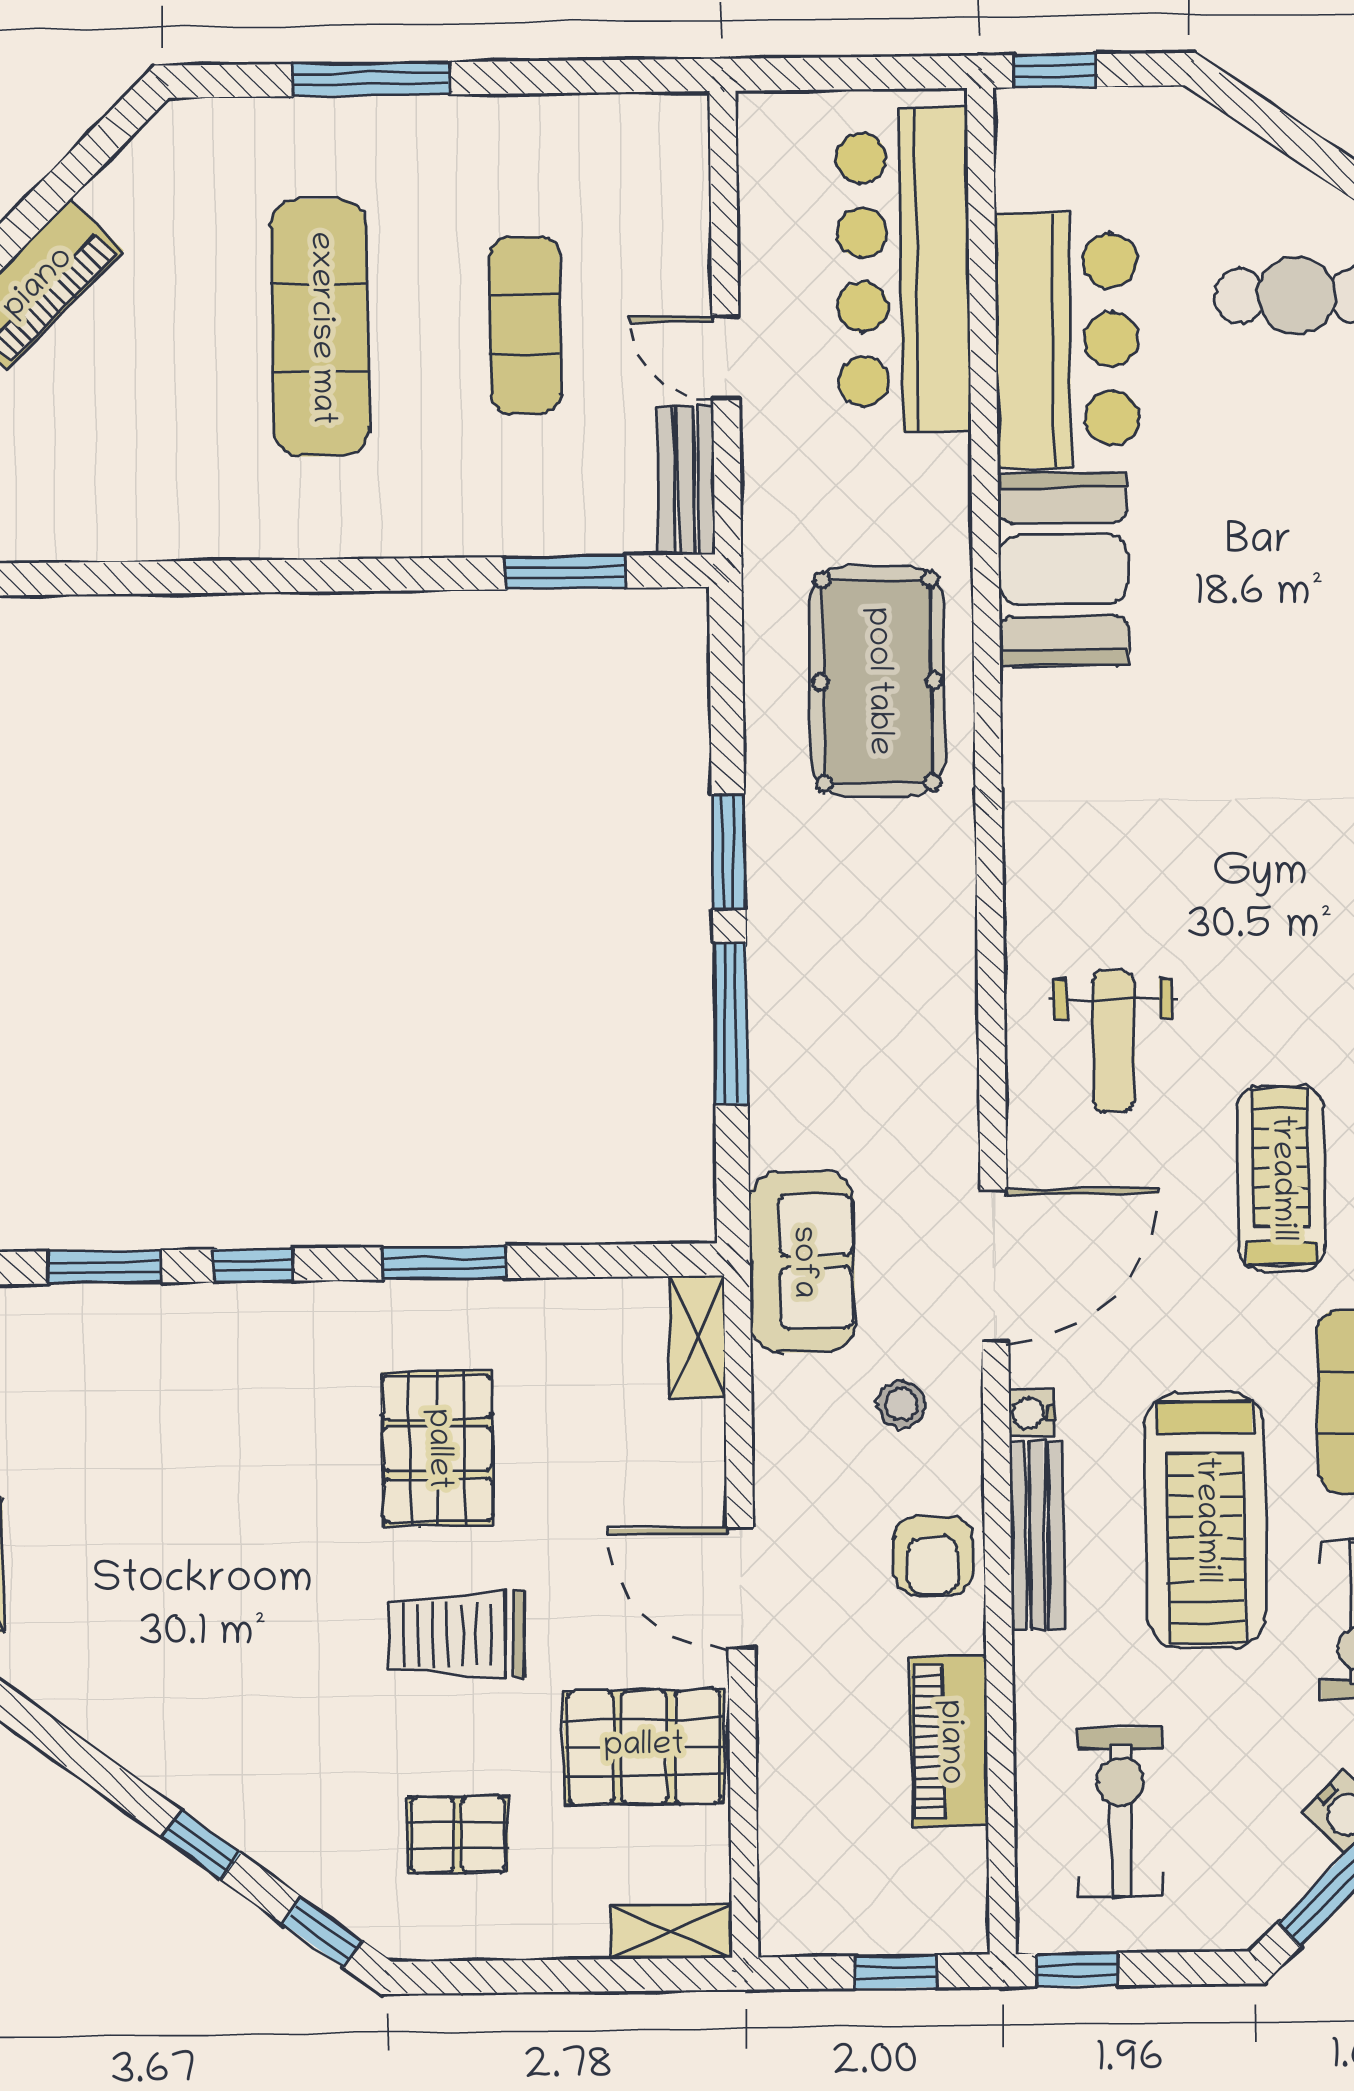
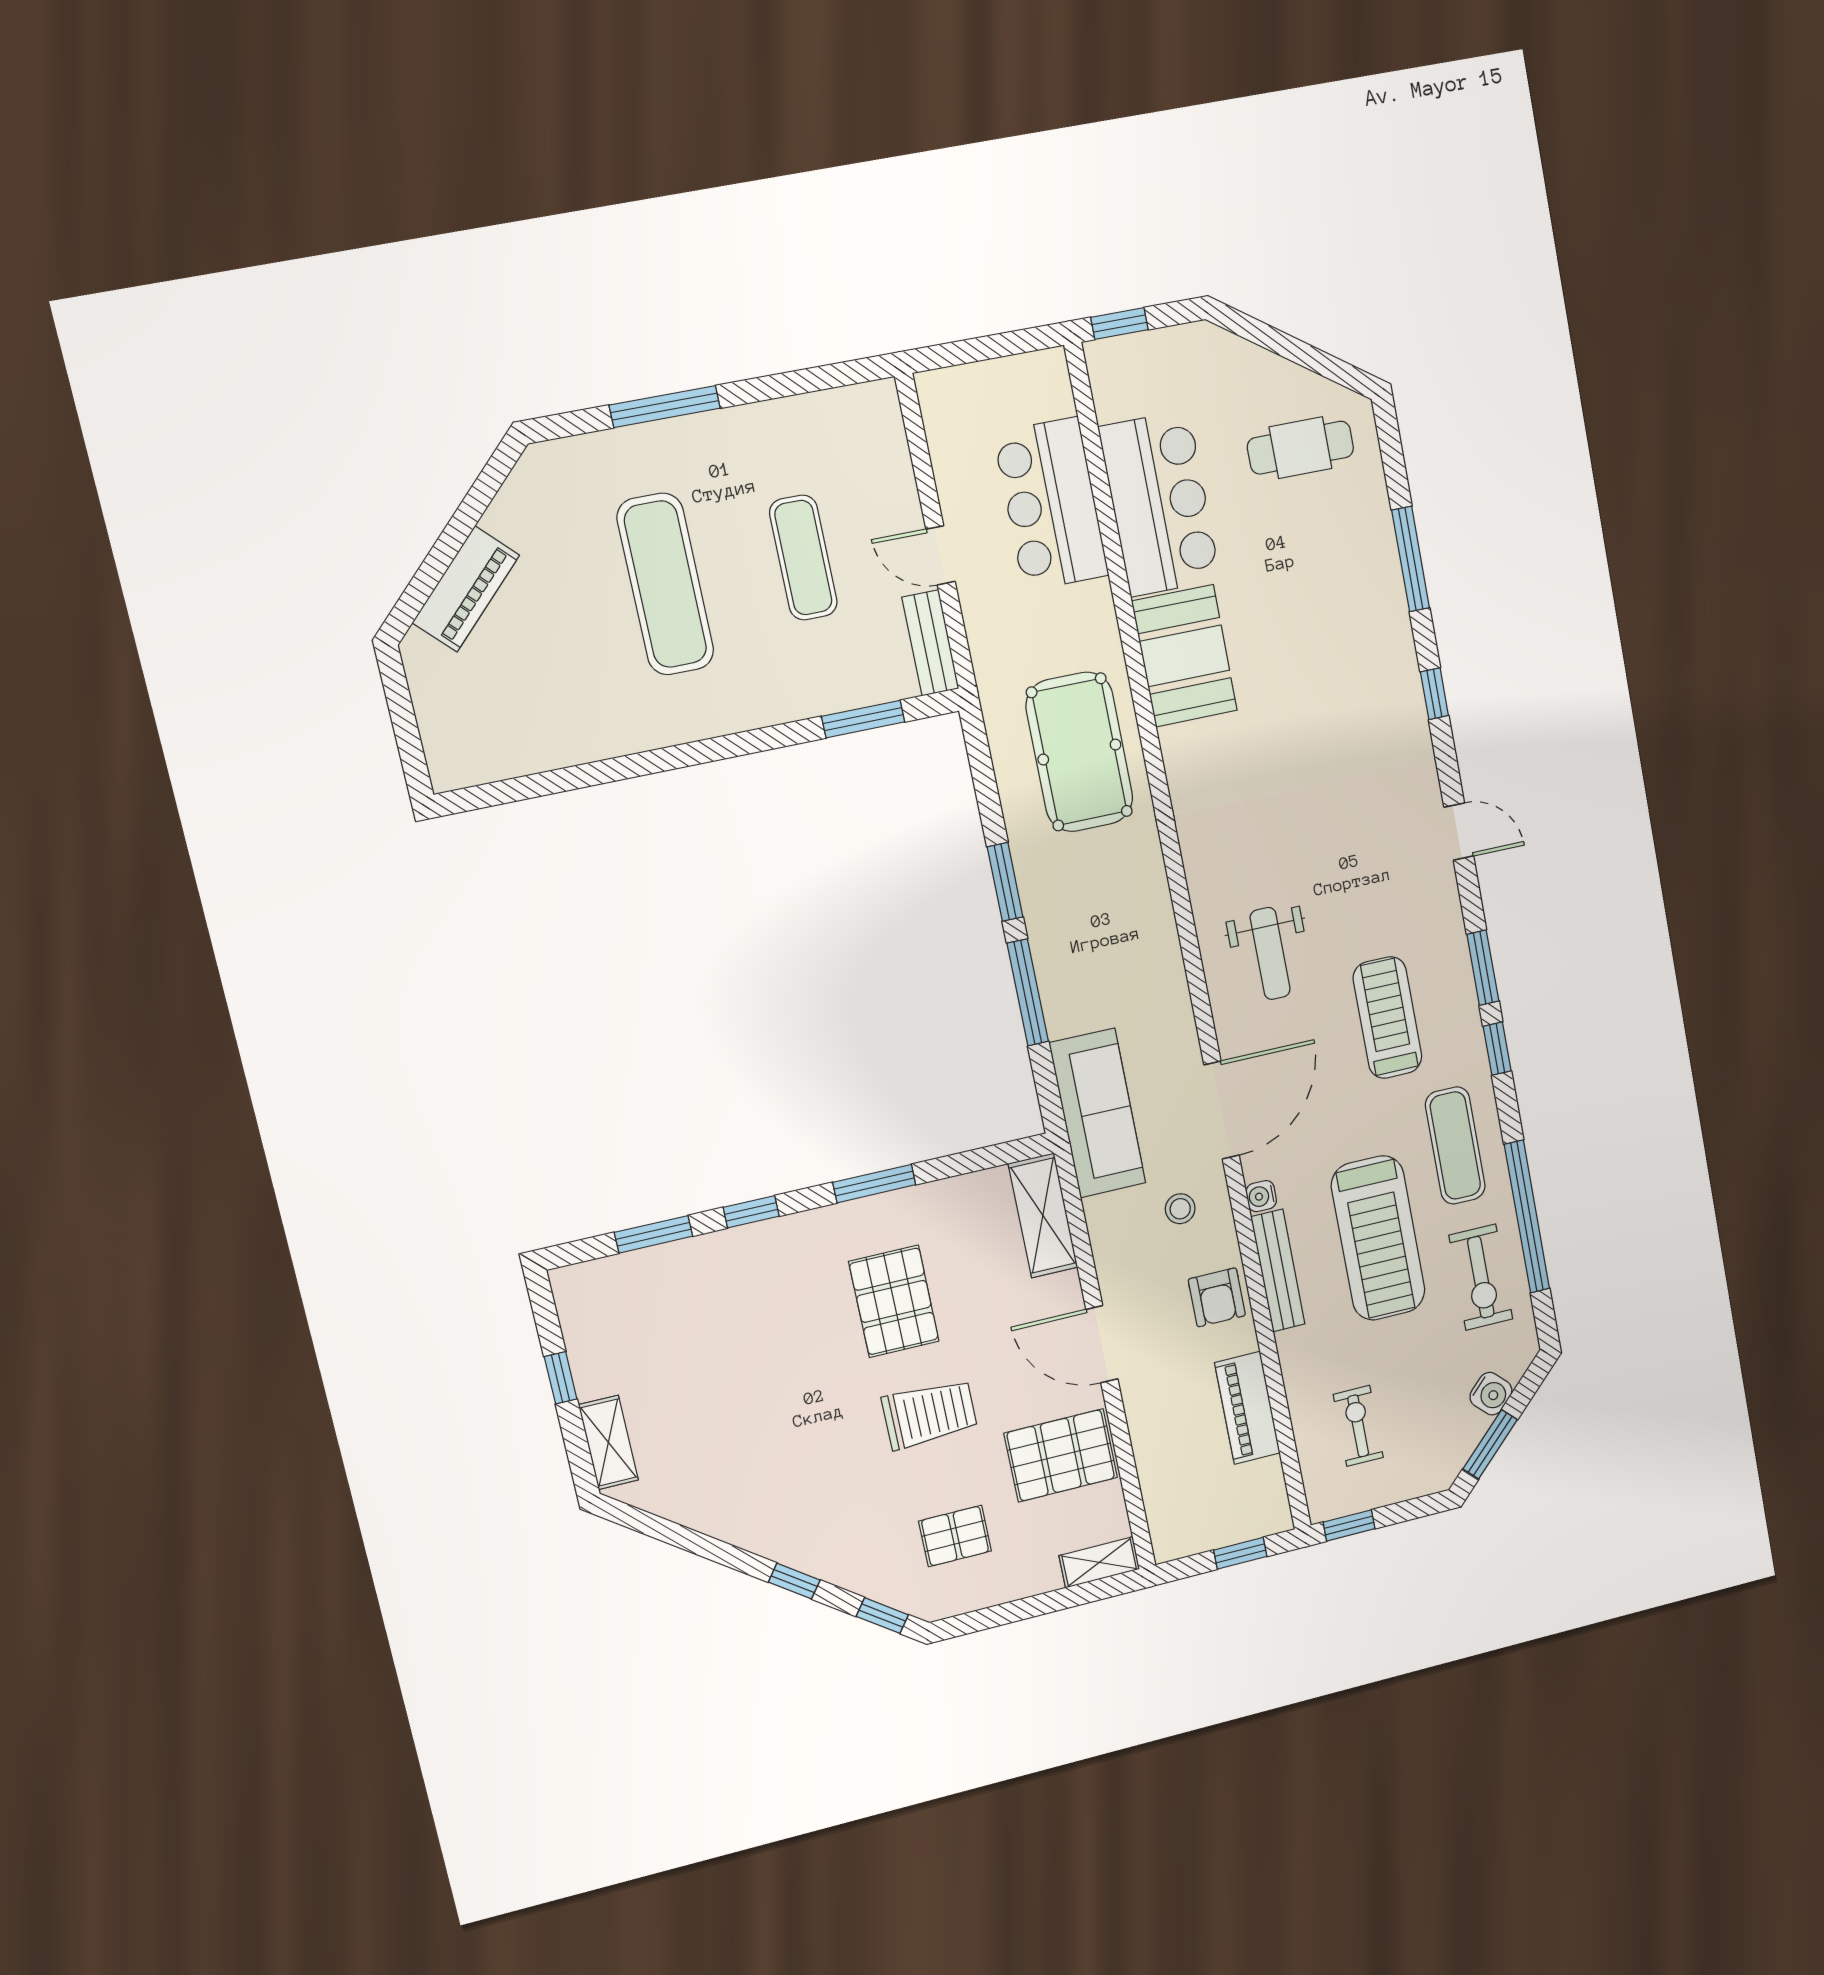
bar counter: (903, 269) -> (1051, 504), width x0.73
sofa: (802, 1262) -> (1097, 1113), width x1.36
shelving: (697, 1337) -> (1043, 1215), width x1.50, depth x1.33
trolley: (457, 1635) -> (930, 1414), turned 180
exercise bike: (1121, 1812) -> (1358, 1426), width x0.73, depth x0.72

